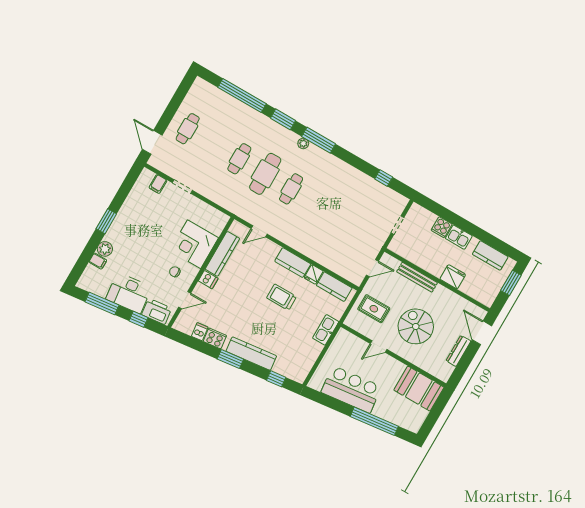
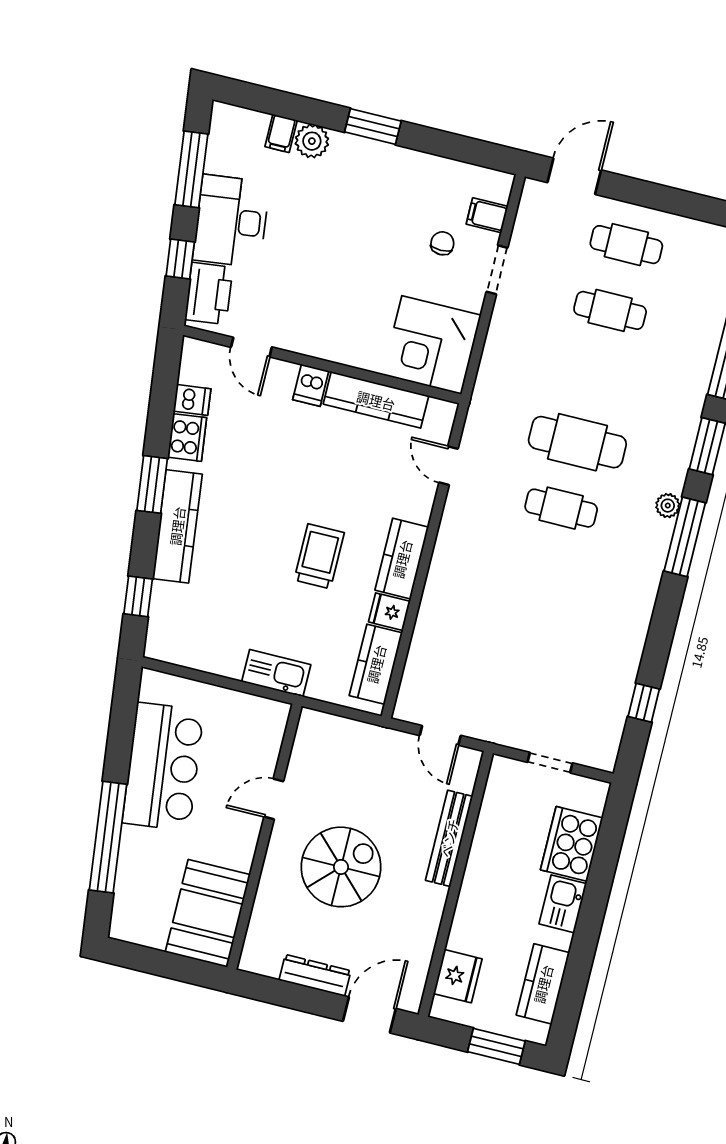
cafe table: (239, 159) -> (610, 310), moved
cooker: (442, 227) -> (572, 844), width x1.87, depth x1.31
corner desk: (194, 244) -> (432, 345), moved, turned -90
chair: (175, 272) -> (442, 243), moved
fridge: (453, 277) -> (458, 976), moved
rug: (374, 309) -> (353, 764), removed
door: (379, 347) -> (274, 799), hinge flipped

